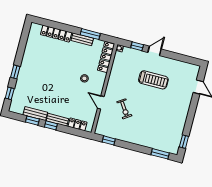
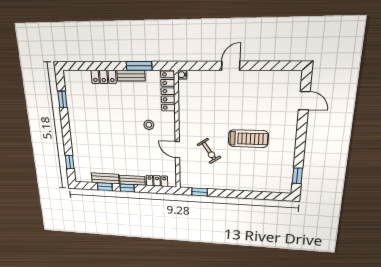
locker: (56, 34) -> (104, 77), width x0.66
window: (137, 46) -> (205, 66), removed
window: (15, 72) -> (62, 99), moved
treadmill: (153, 80) -> (248, 139), moved
window: (160, 154) -> (268, 196), removed

